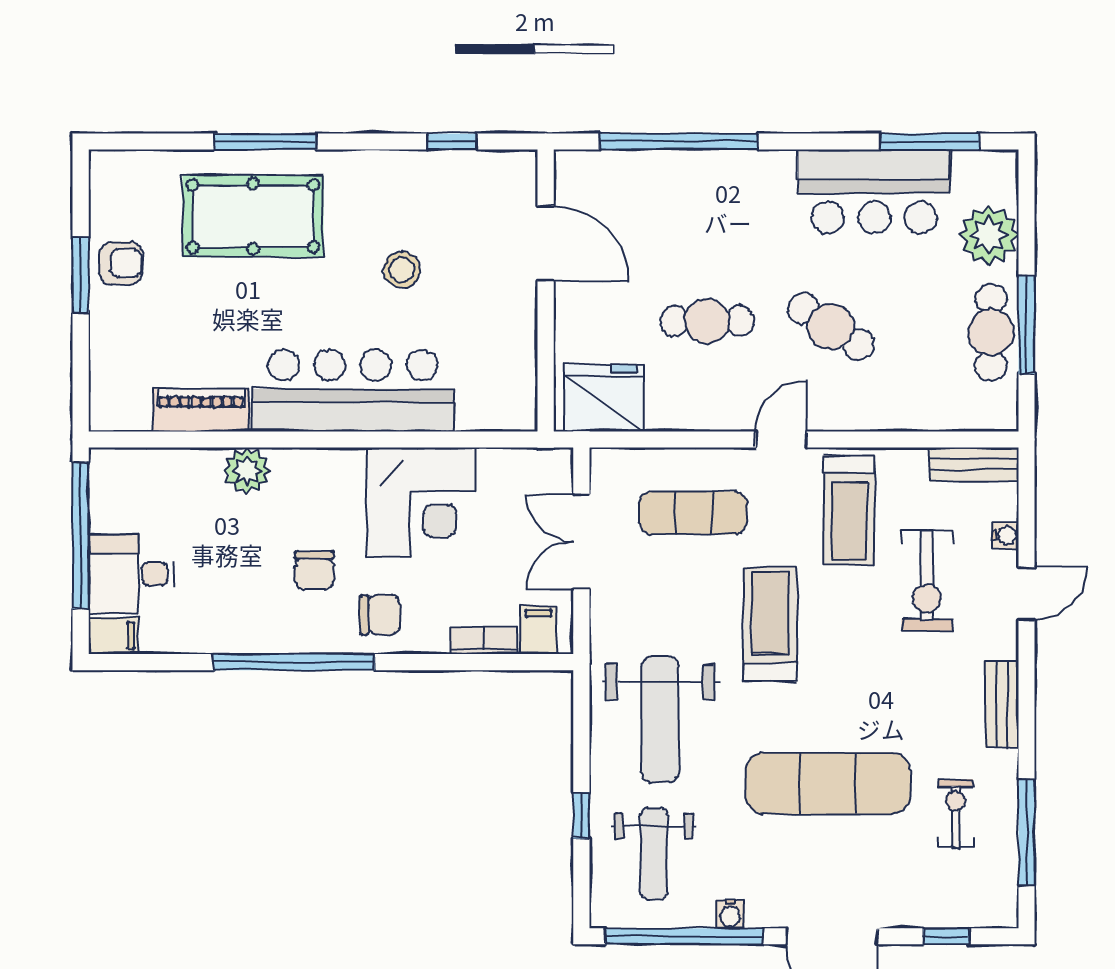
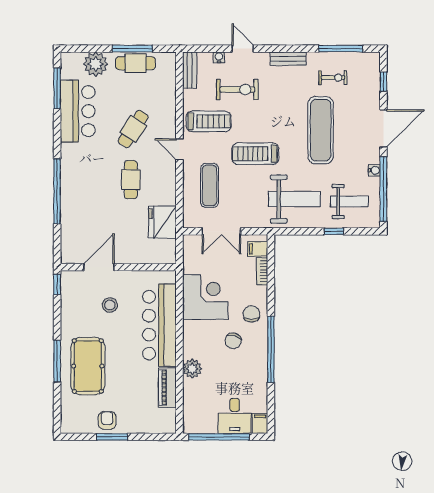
door: (546, 243) -> (99, 267), moved
wall: (546, 290) -> (118, 267), moved
chair: (314, 570) -> (233, 341), turned 105
exercise bike: (956, 813) -> (333, 78), turned 180

